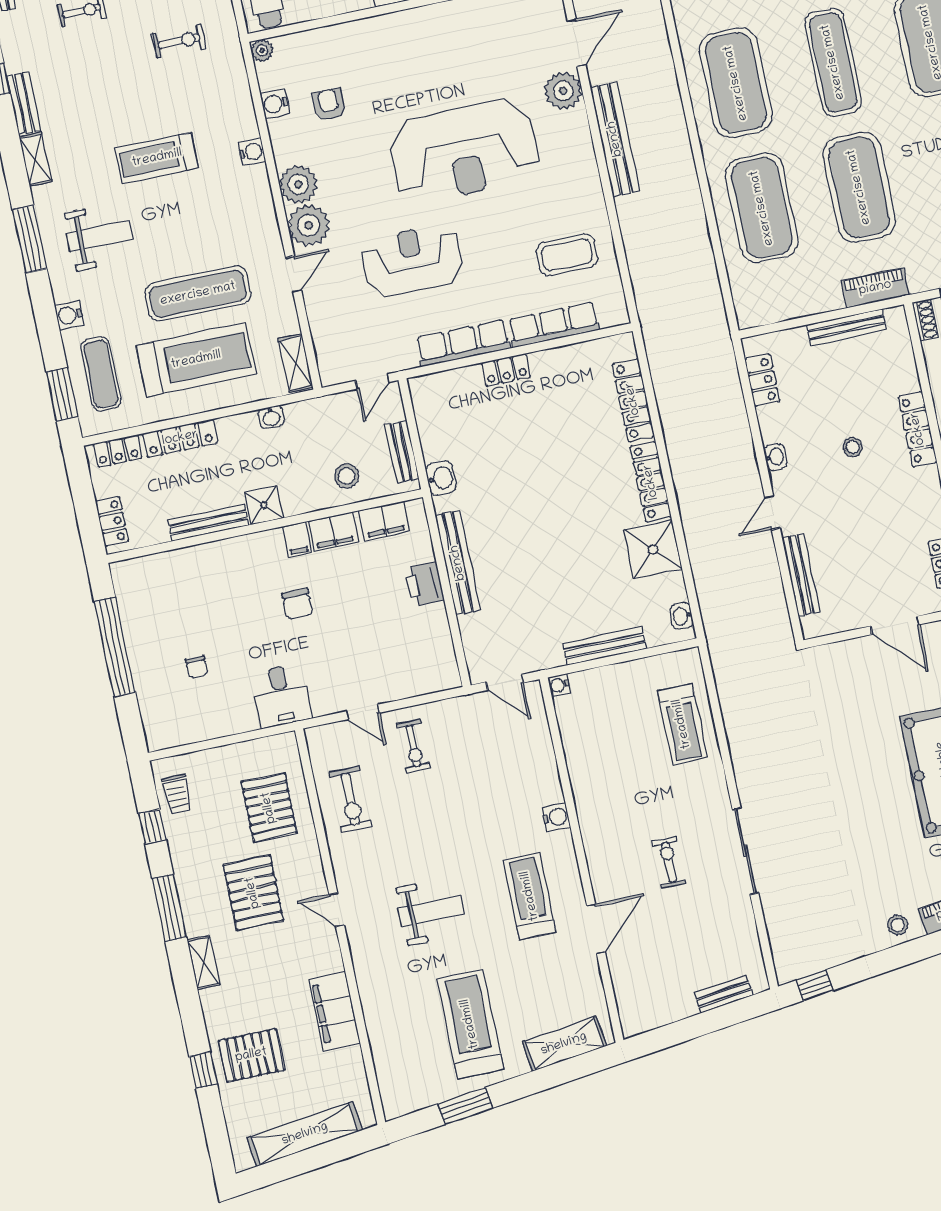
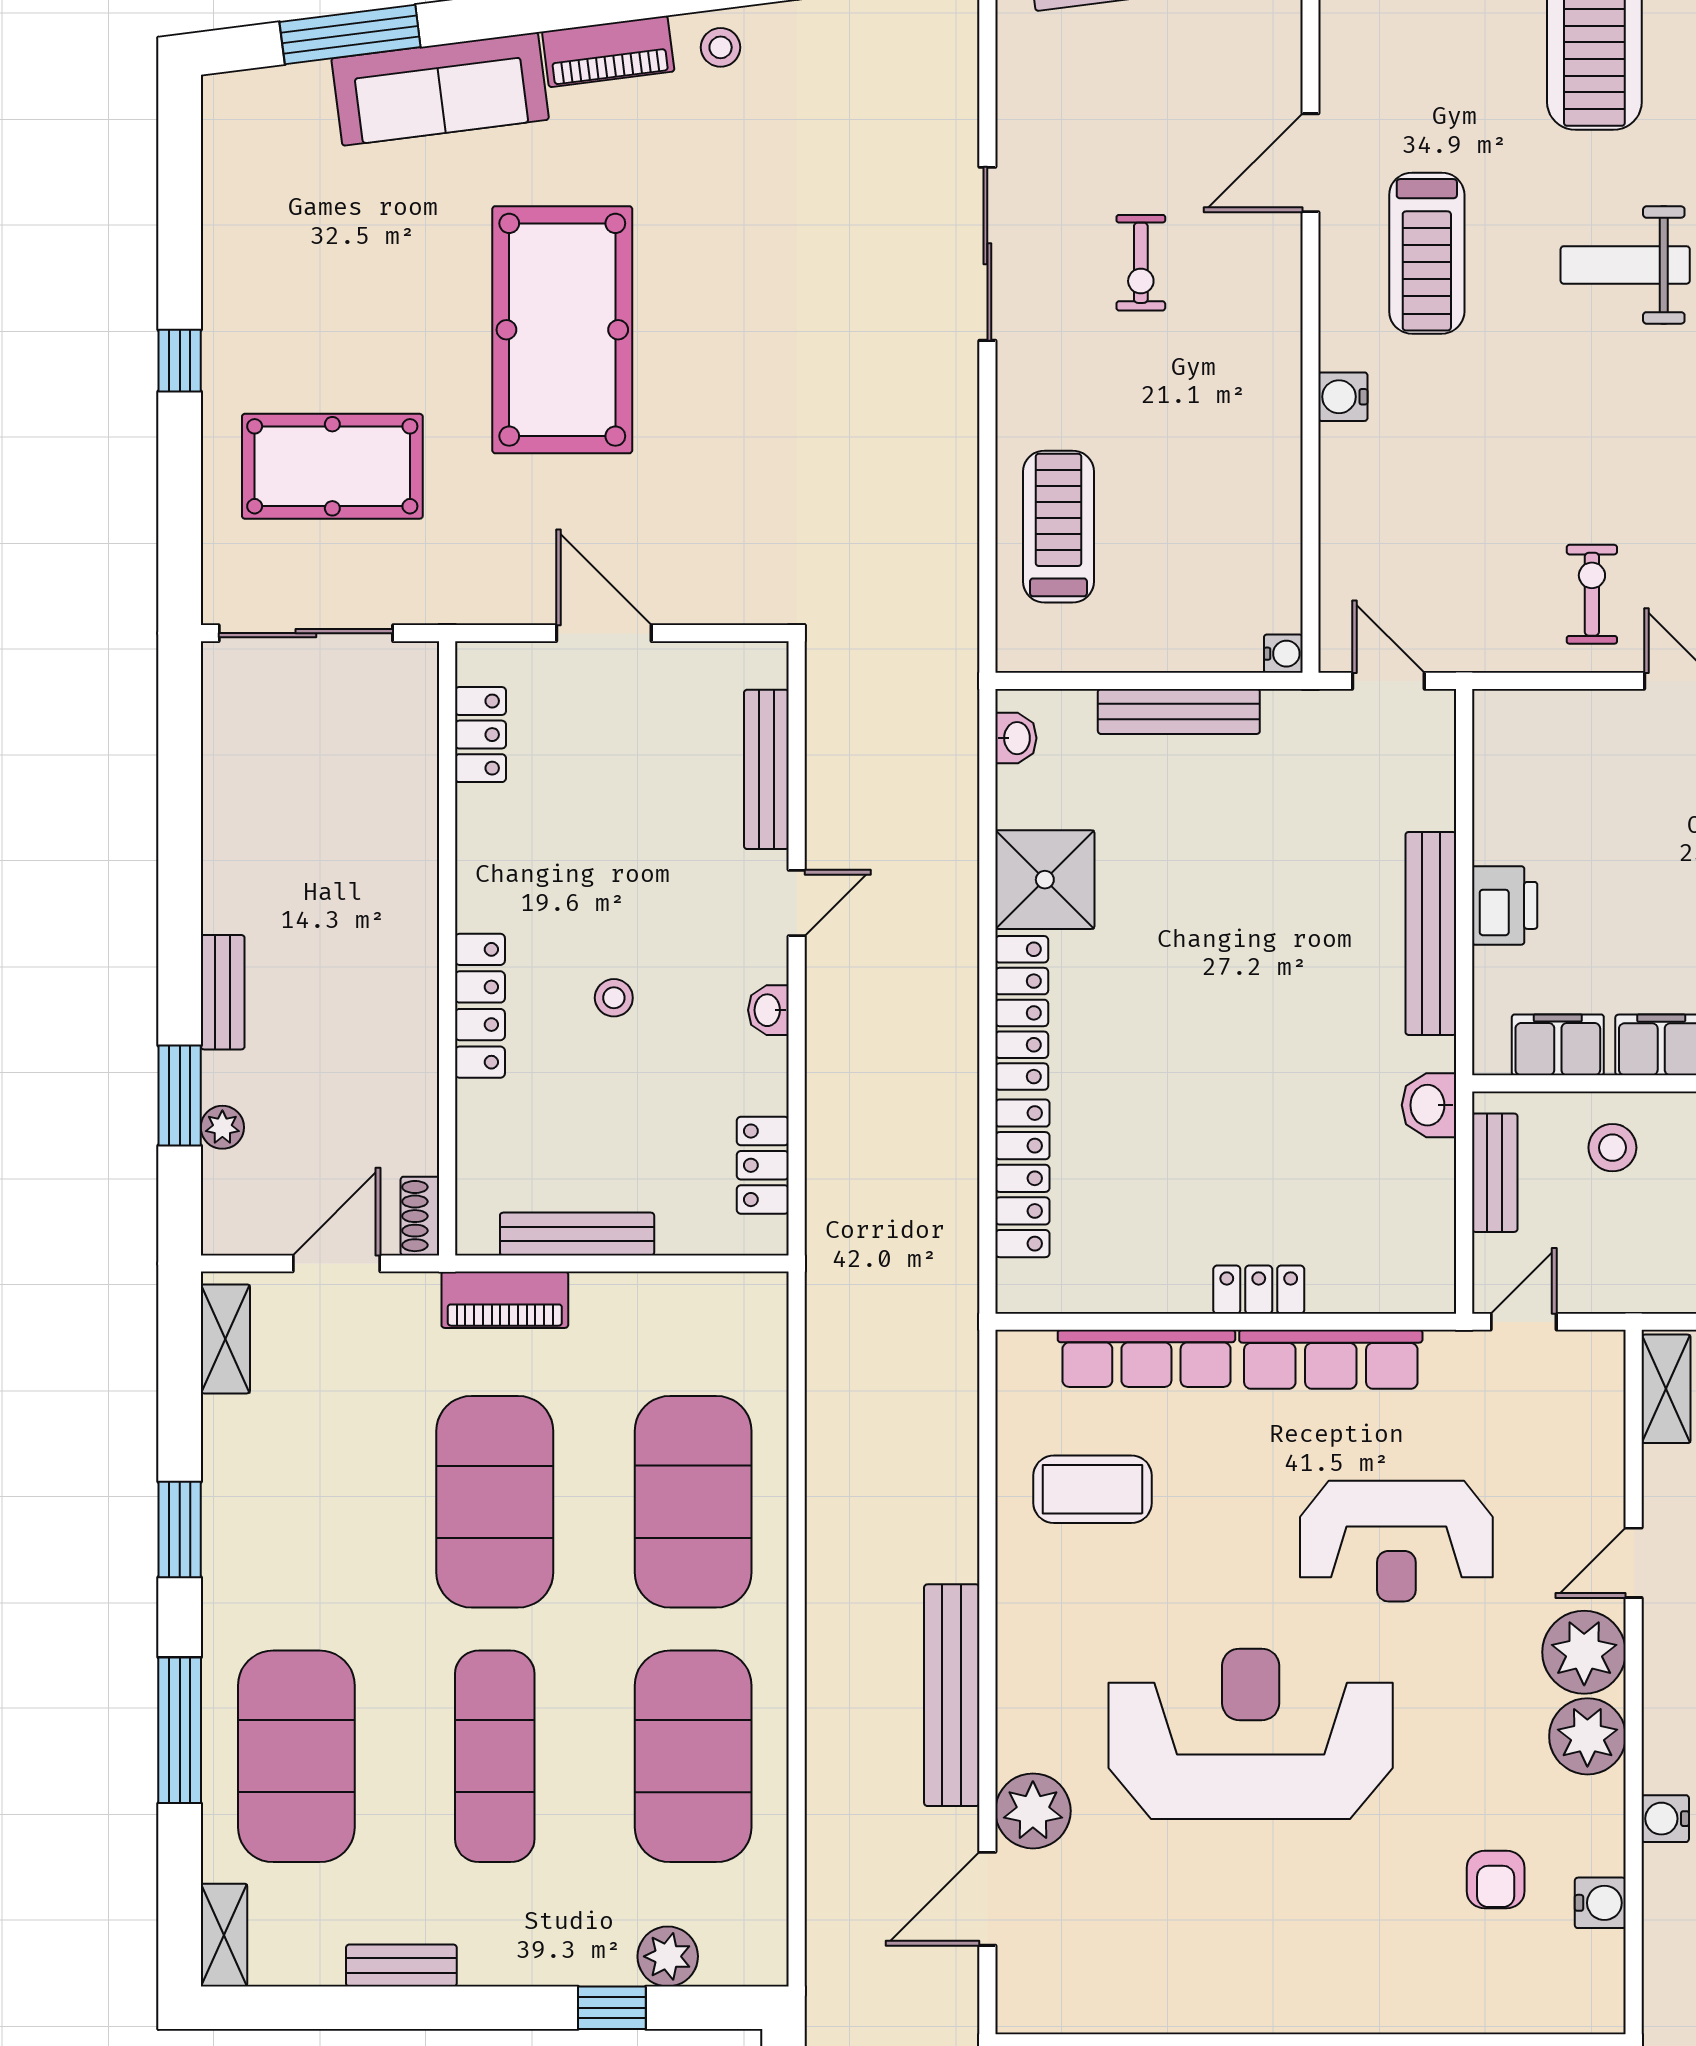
plant: (262, 50) -> (1604, 2012), removed

